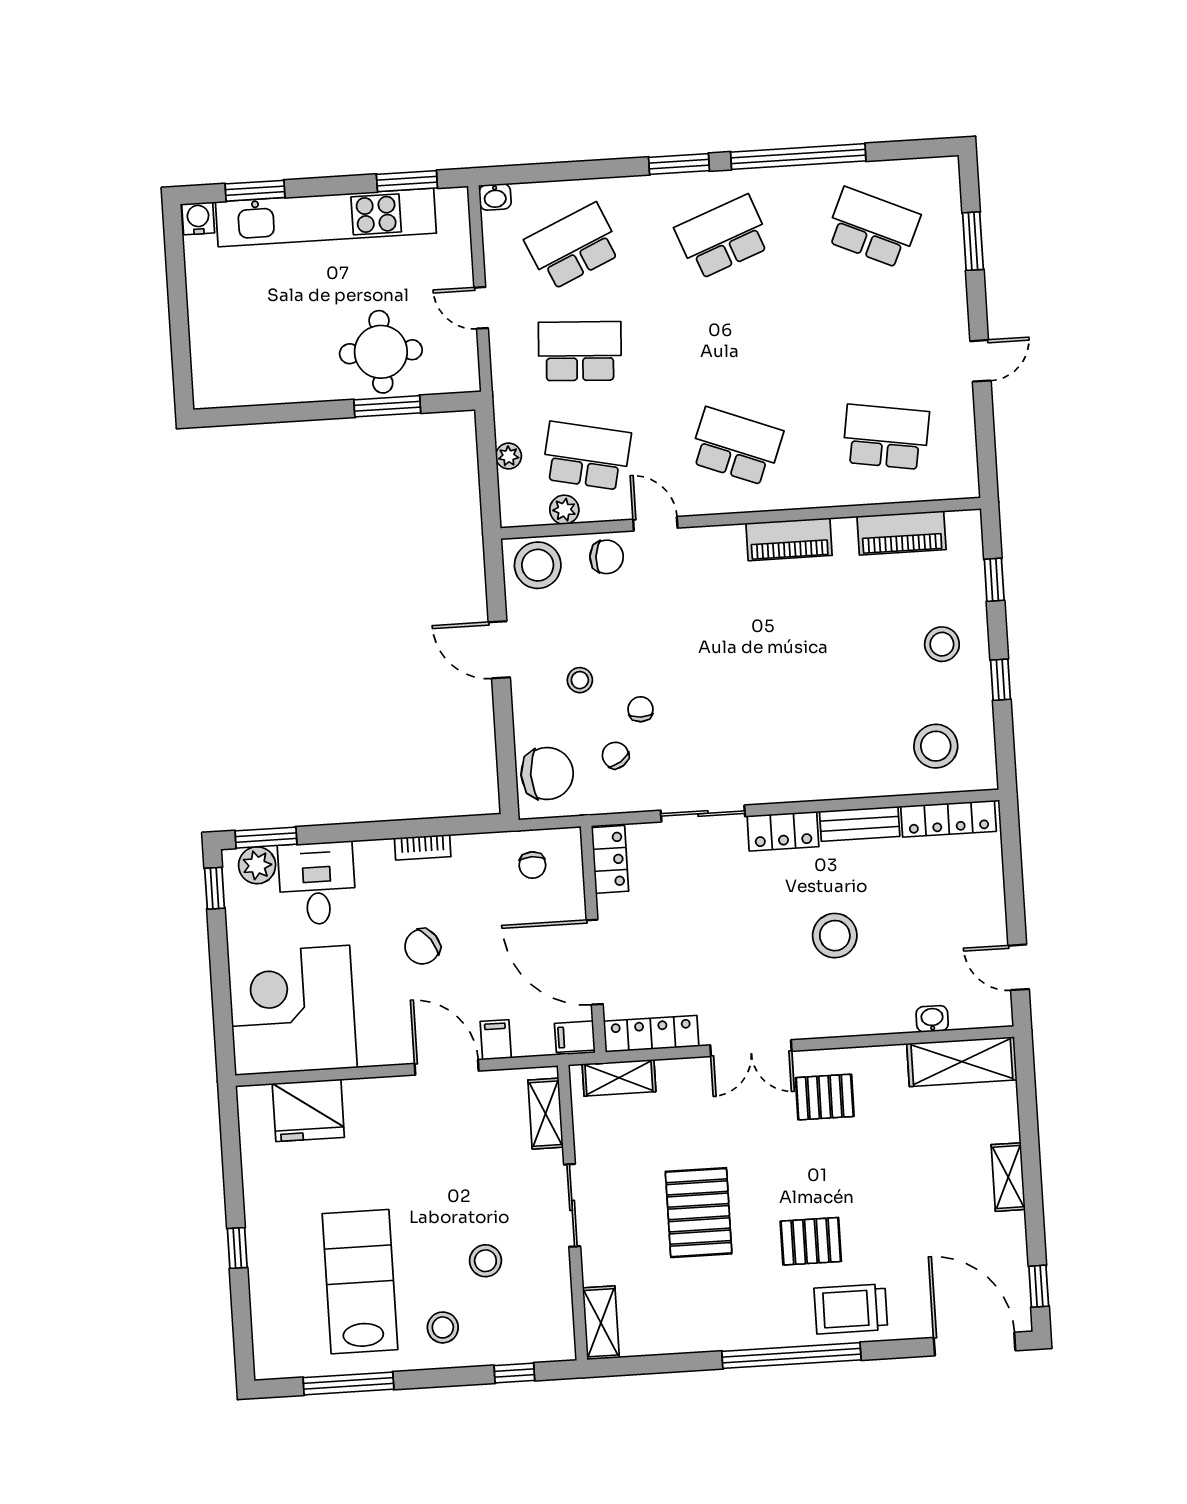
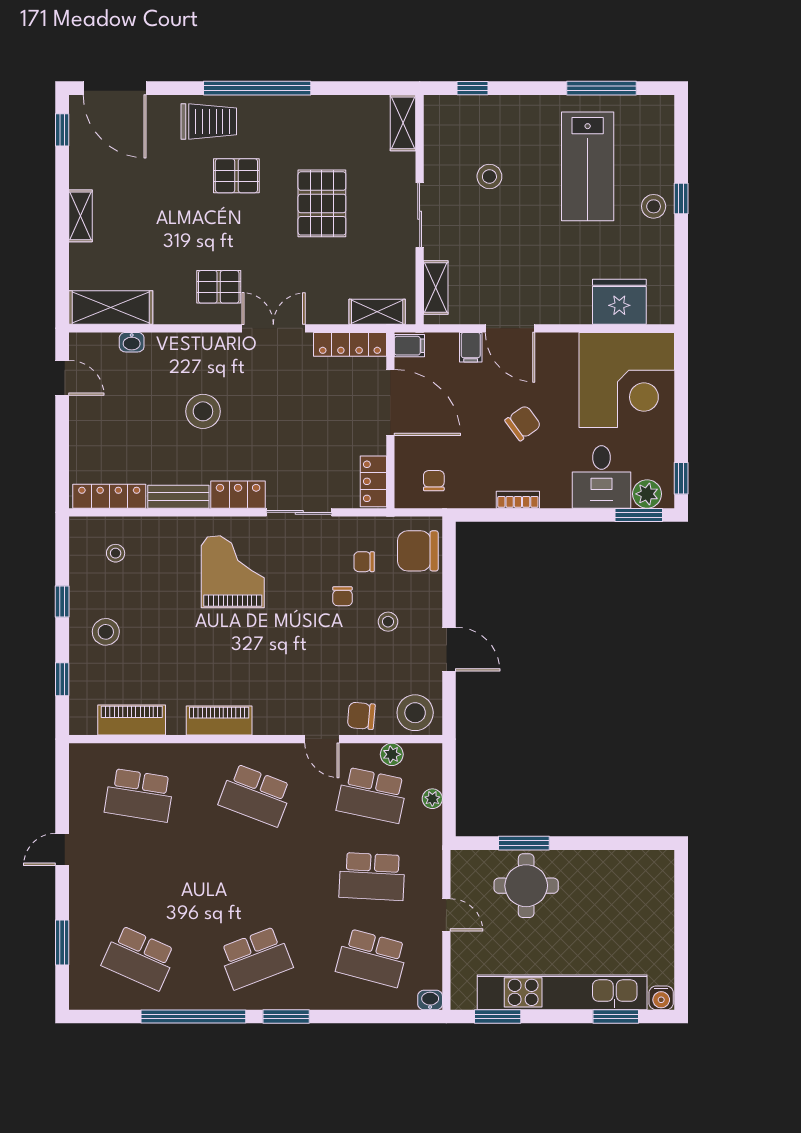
school desk: (573, 246) -> (372, 958), turned 39
grand piano: (784, 732) -> (233, 572), added
stool: (936, 746) -> (116, 553), width x0.53, depth x0.53
chair: (615, 755) -> (364, 562), turned 124
stool: (443, 1327) -> (654, 206), moved

